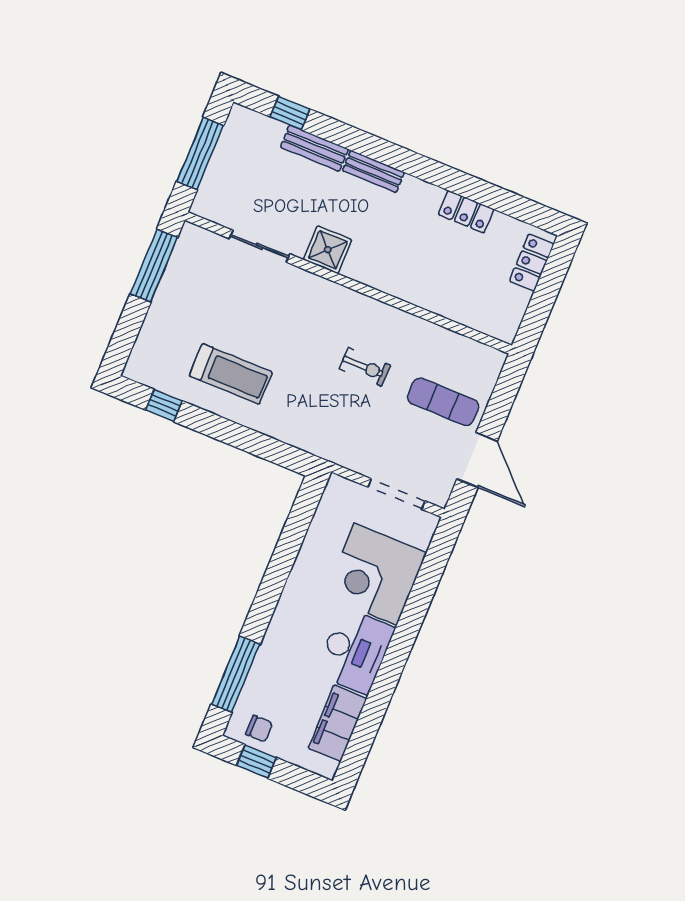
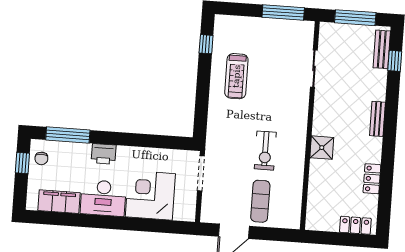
bench: (314, 148) -> (382, 49), moved
shower: (328, 250) -> (322, 148), moved
exercise bike: (365, 367) -> (265, 151), width x1.38, depth x1.39
doorway: (397, 494) -> (201, 173), moved
printer: (285, 627) -> (104, 154), added

